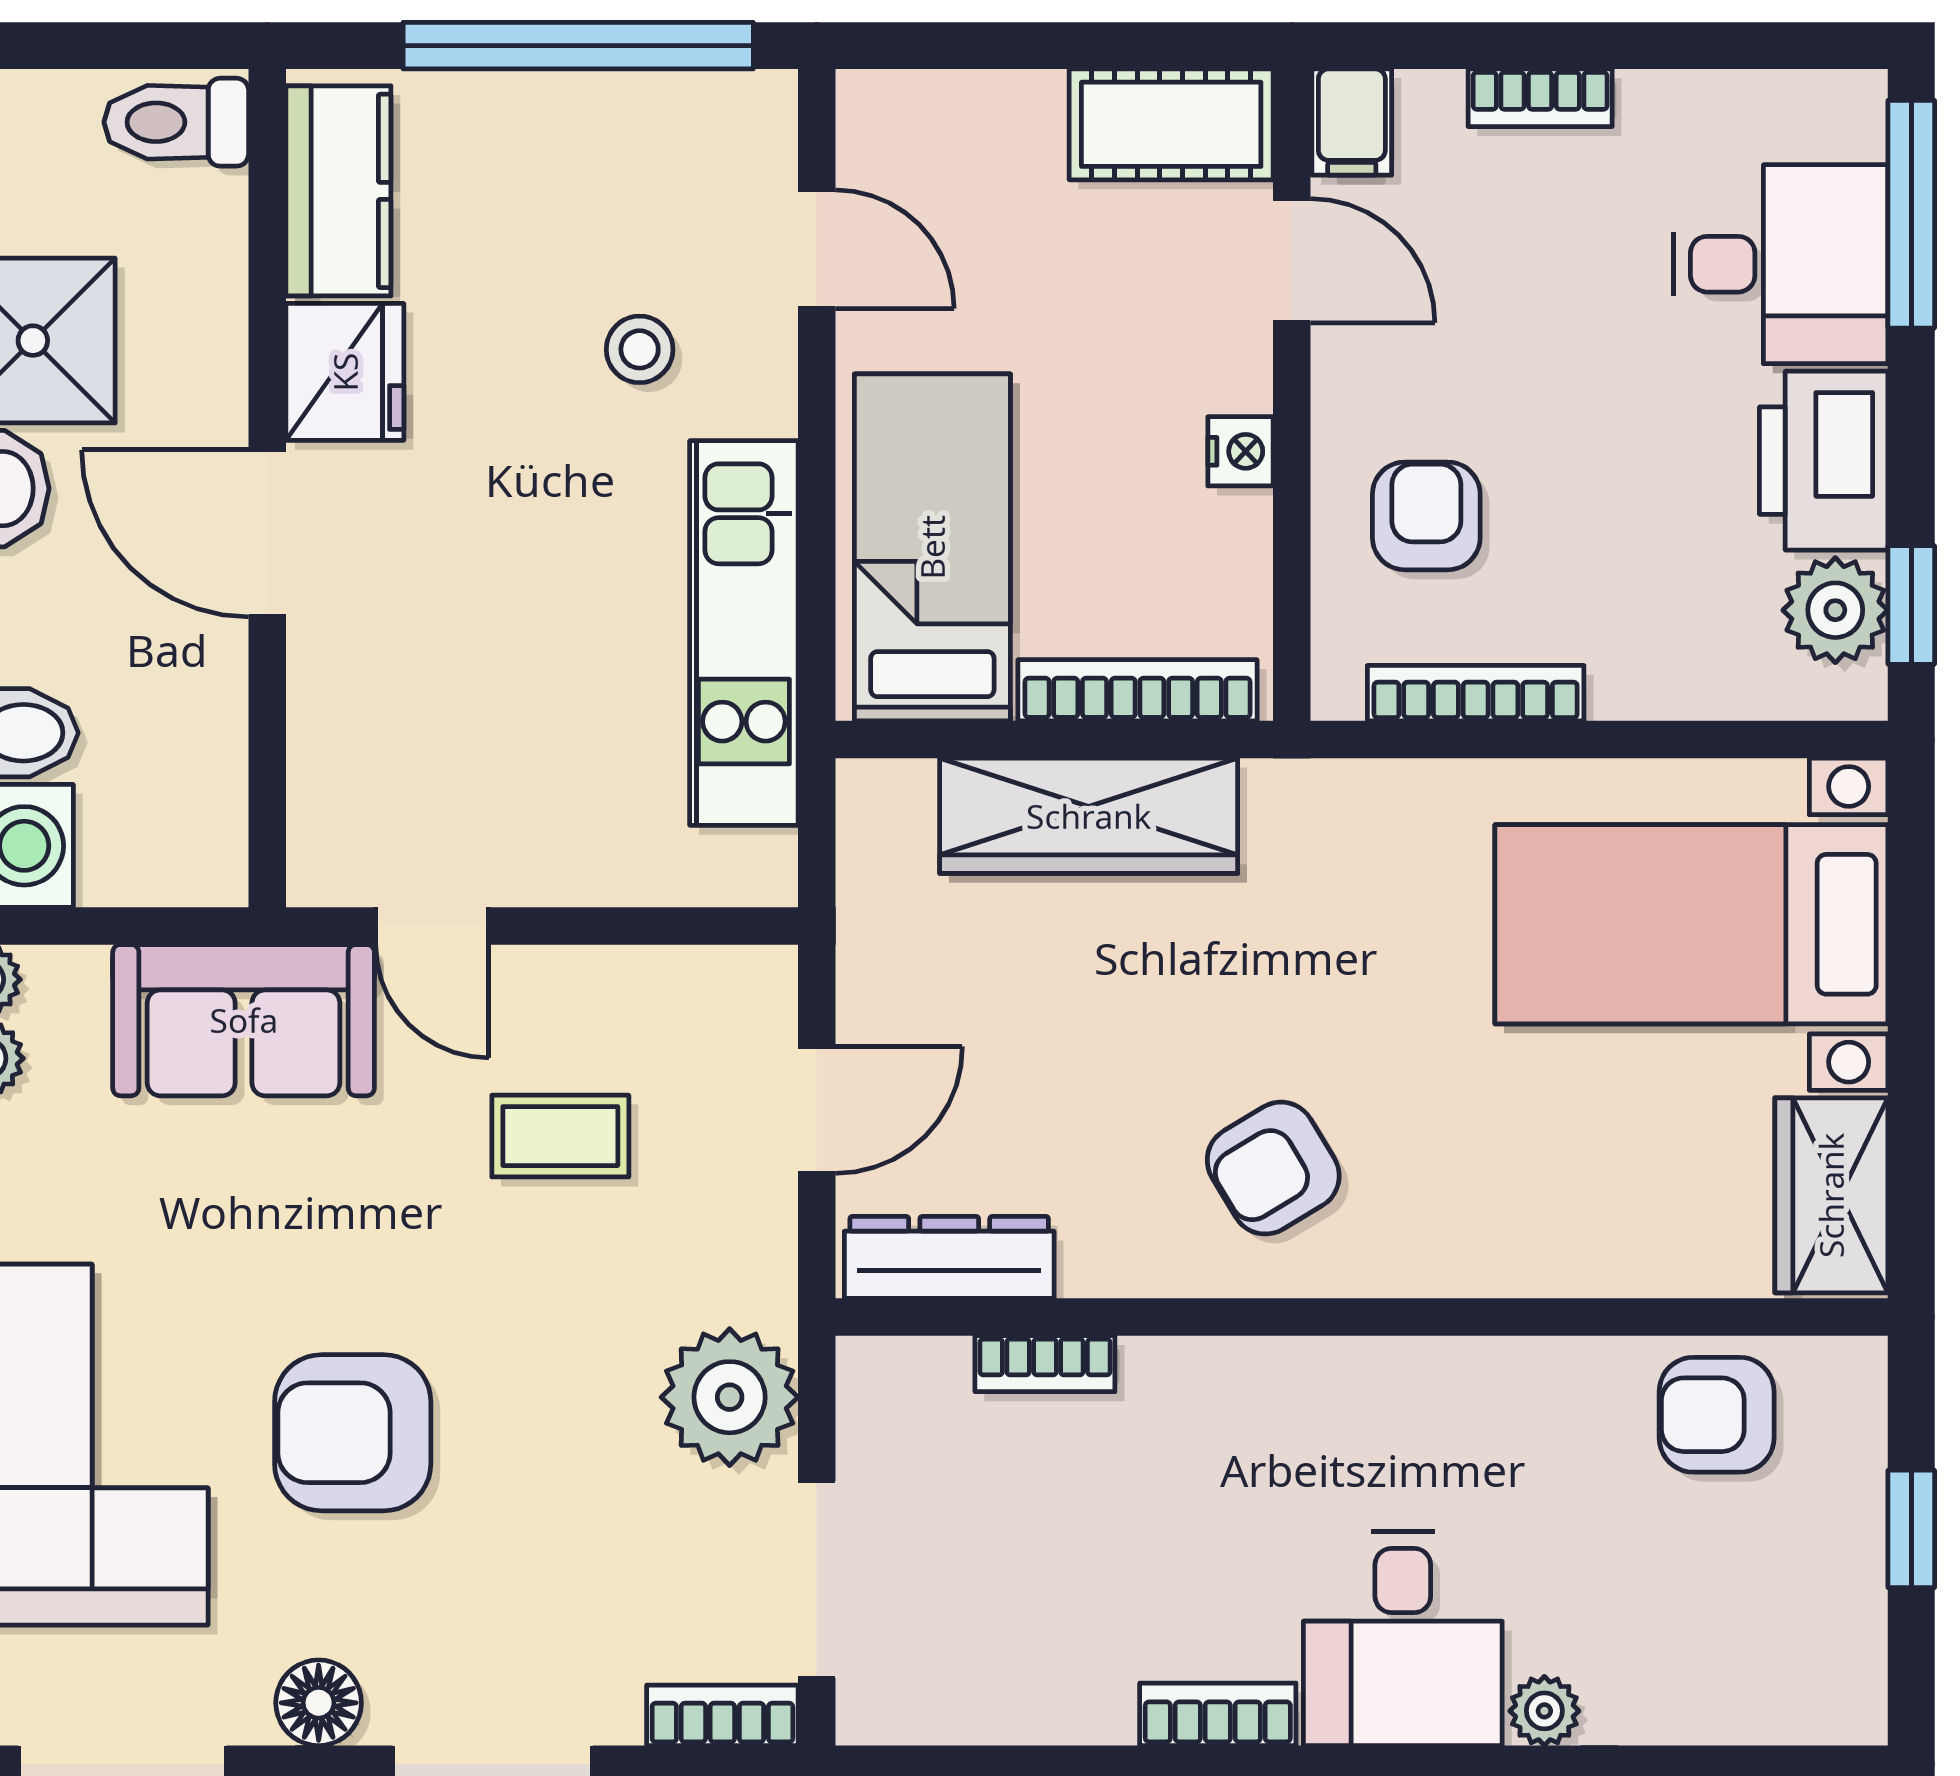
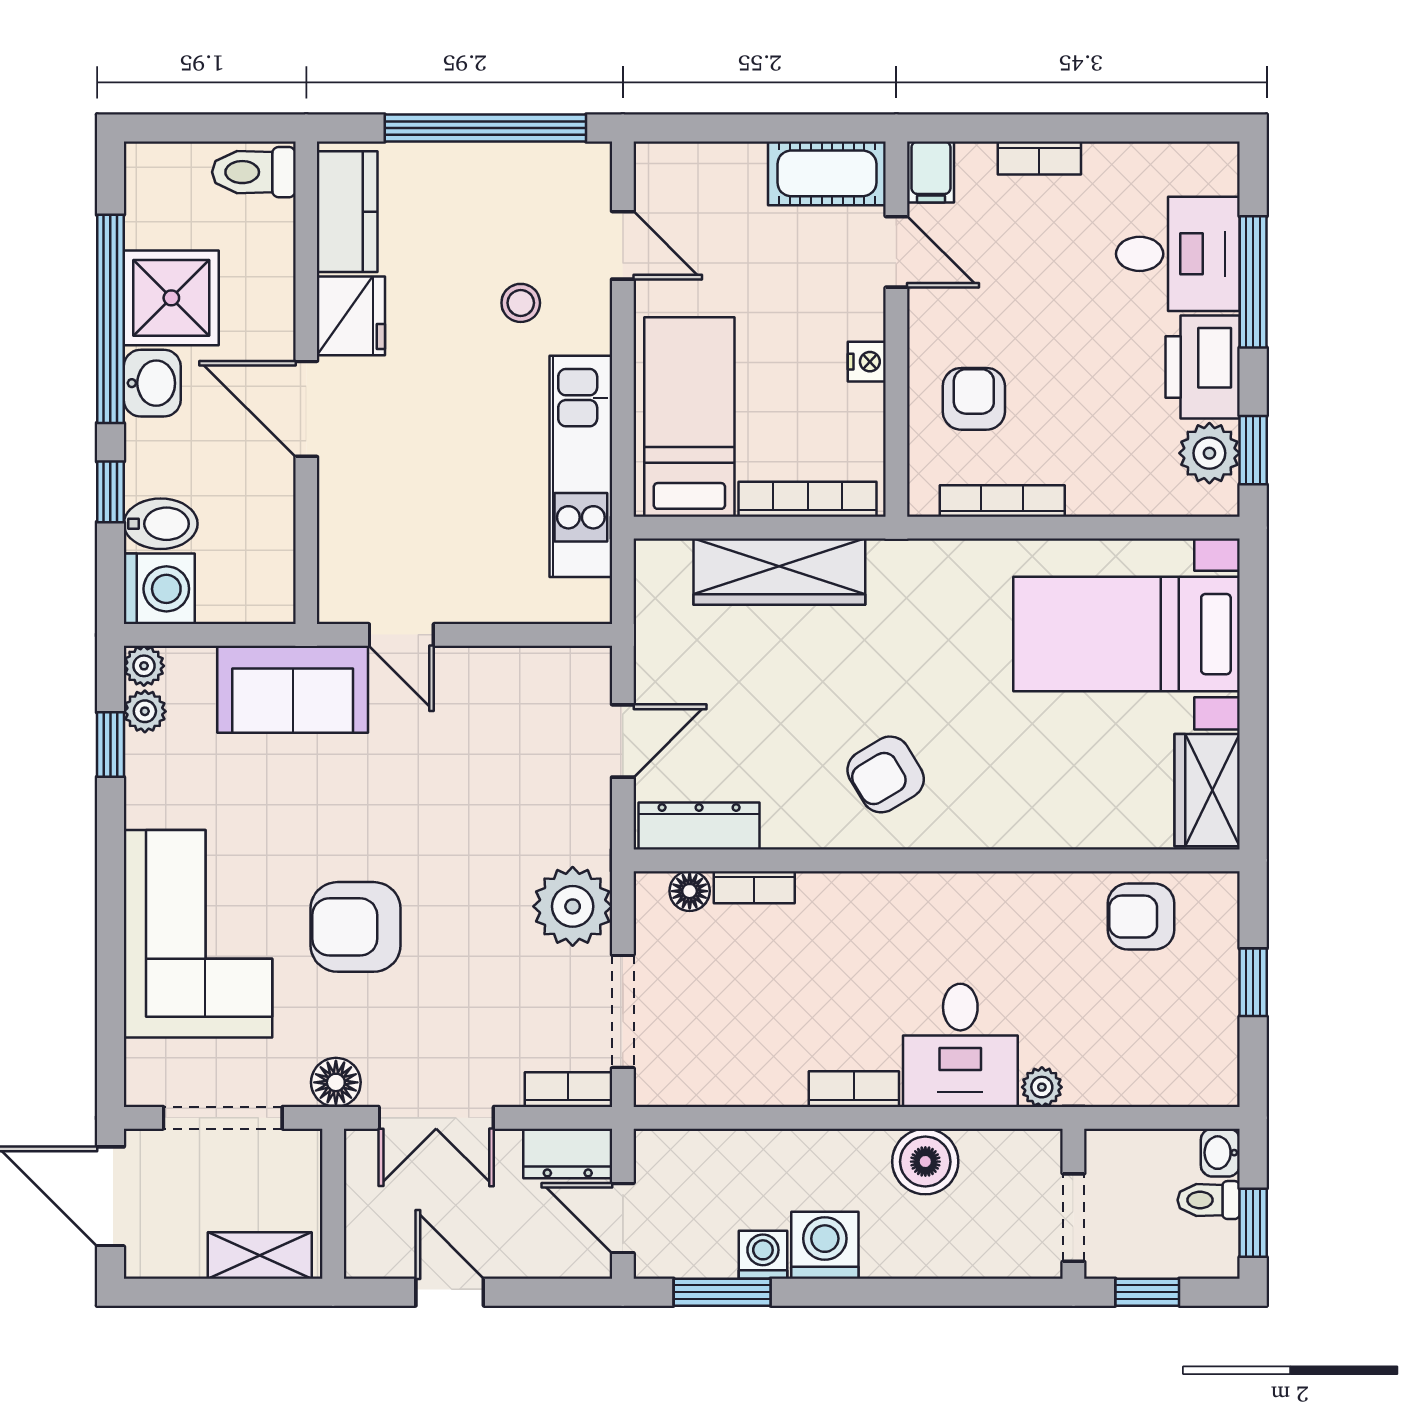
window: (1911, 214) -> (1253, 282), moved
coffee table: (560, 1136) -> (475, 756), removed
floor lamp: (933, 1371) -> (690, 891), added

